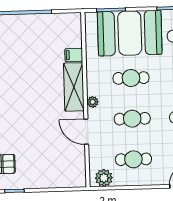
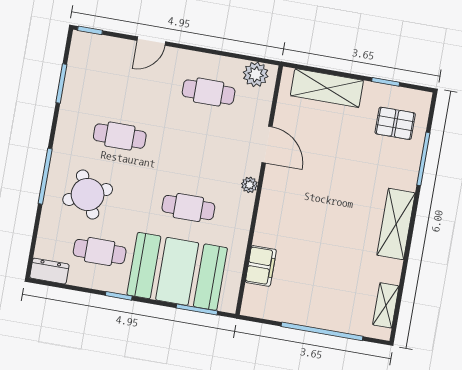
filing cabinet: (74, 55) -> (261, 266), width x2.00
shelving: (74, 87) -> (327, 88), moved, turned 90
cafe table: (132, 119) -> (198, 150), removed

